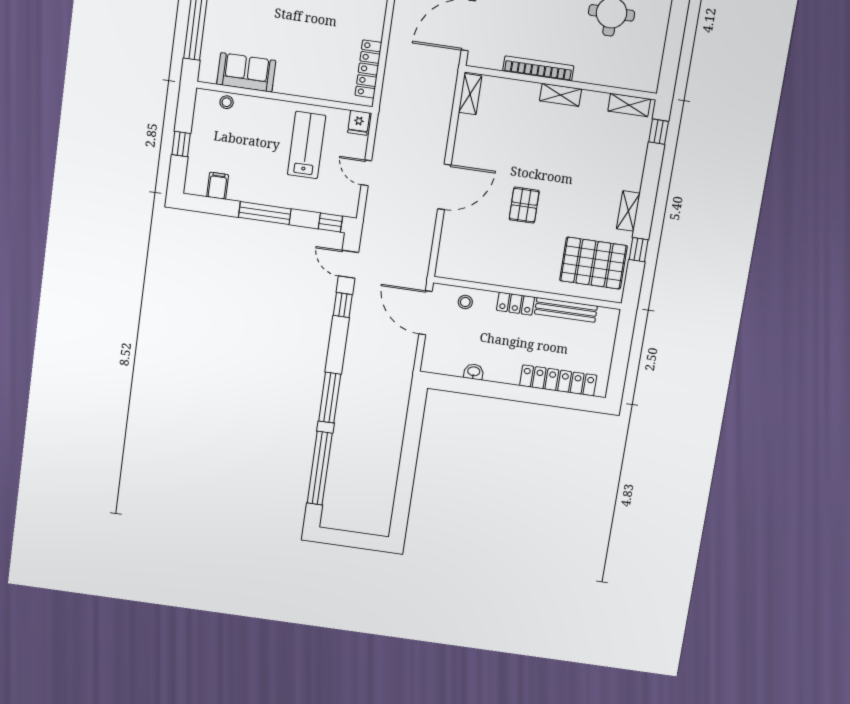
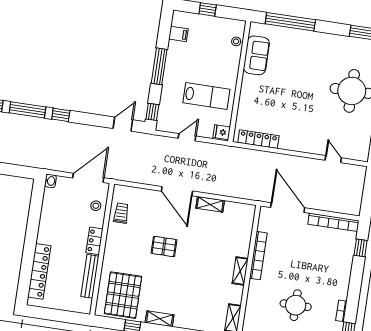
shelving: (470, 94) -> (210, 204), moved
trolley: (476, 266) -> (121, 213), added
window: (343, 305) -> (61, 115), moved
washbasin: (474, 372) -> (50, 181), moved

